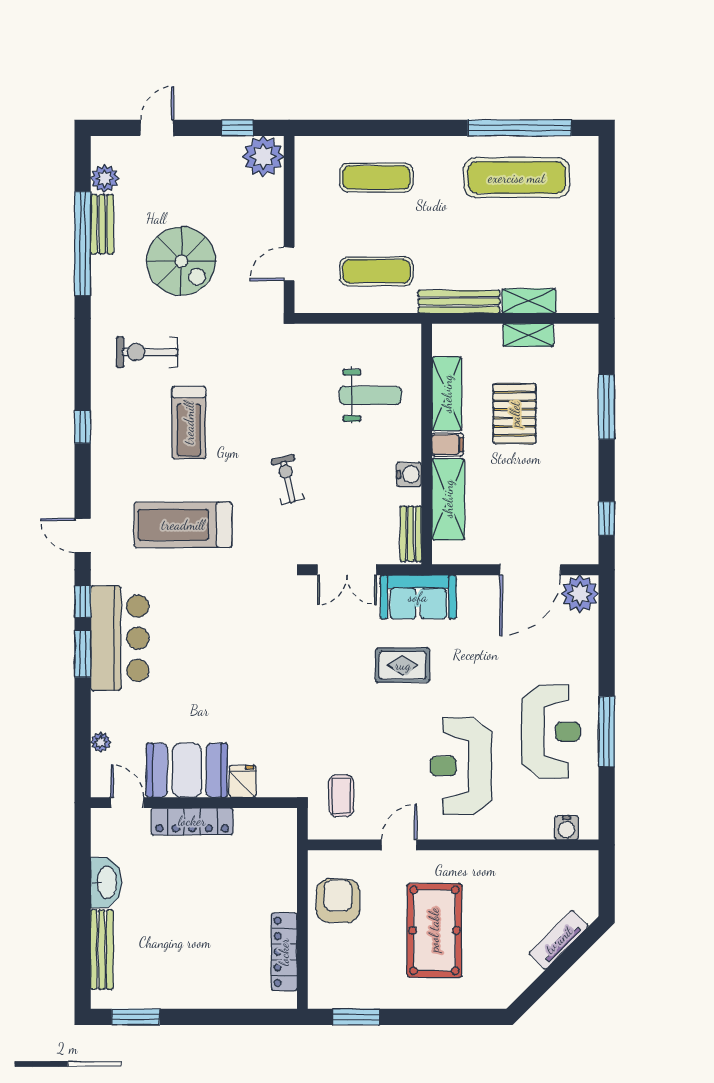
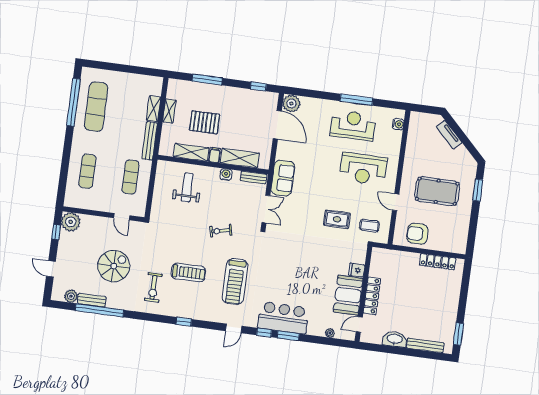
rug: (403, 665) -> (337, 219), moved, turned 90
window: (356, 1017) -> (478, 190), moved

